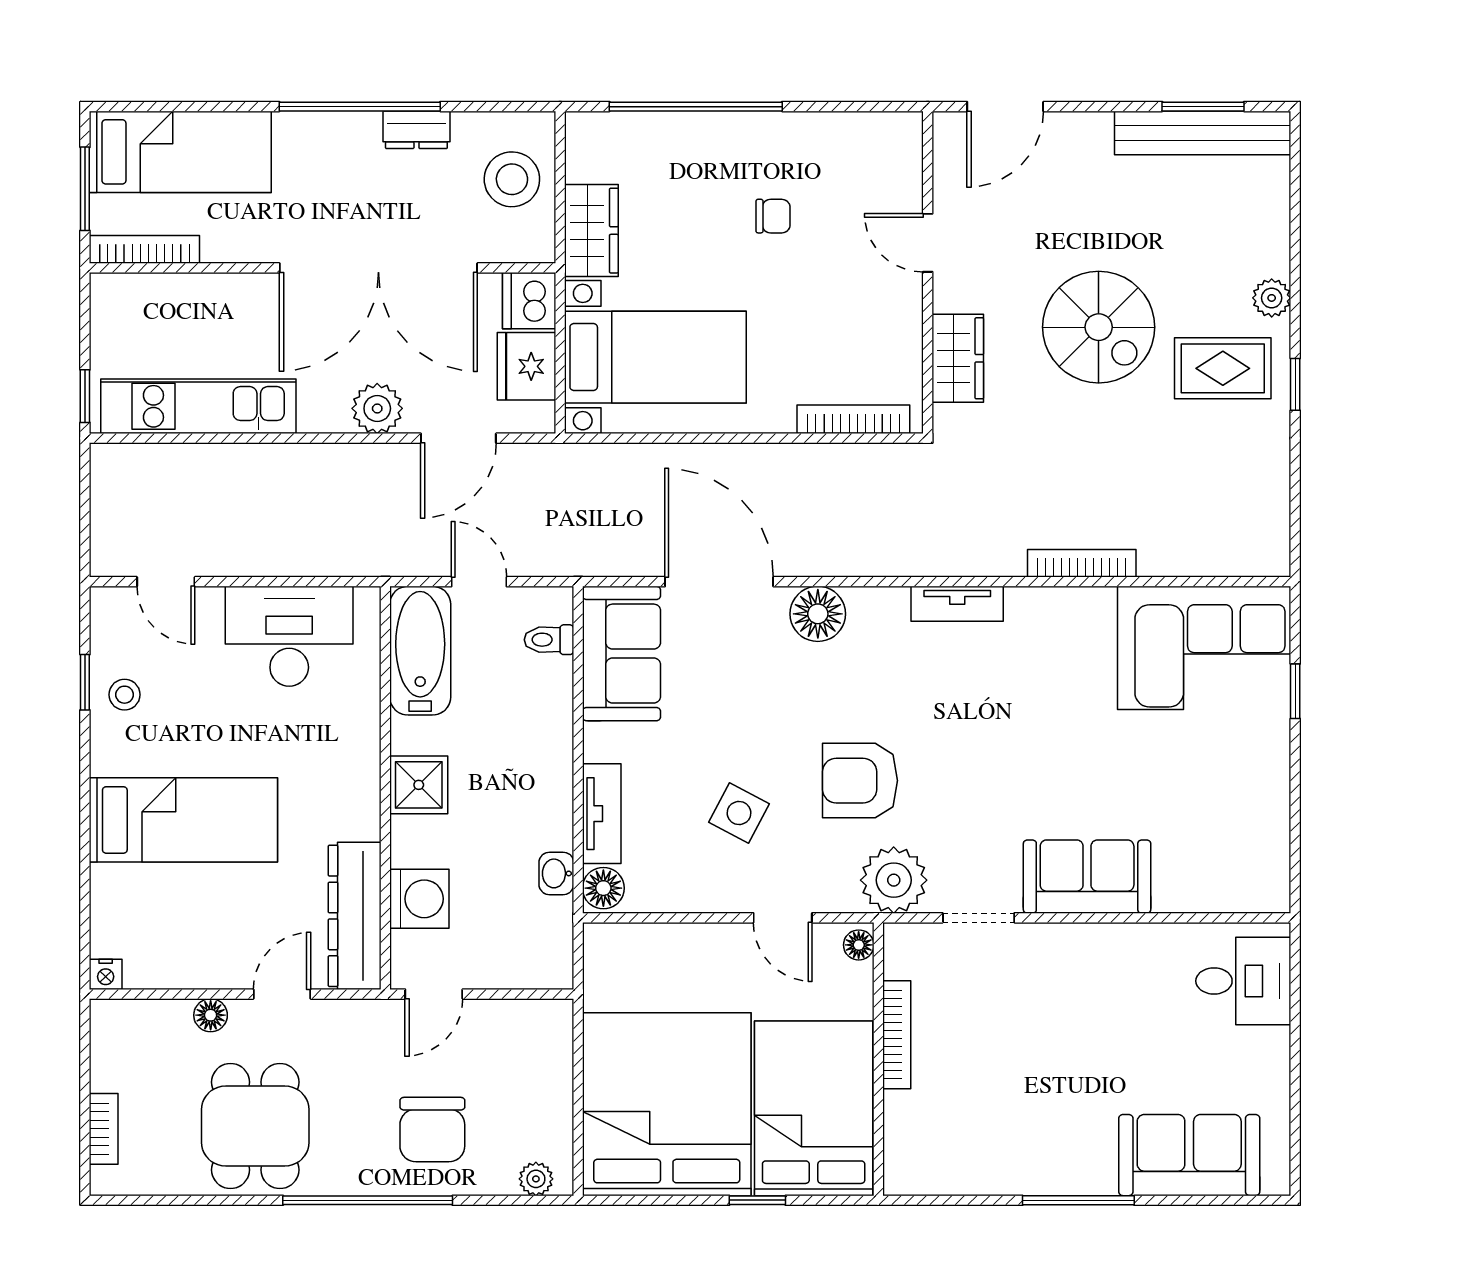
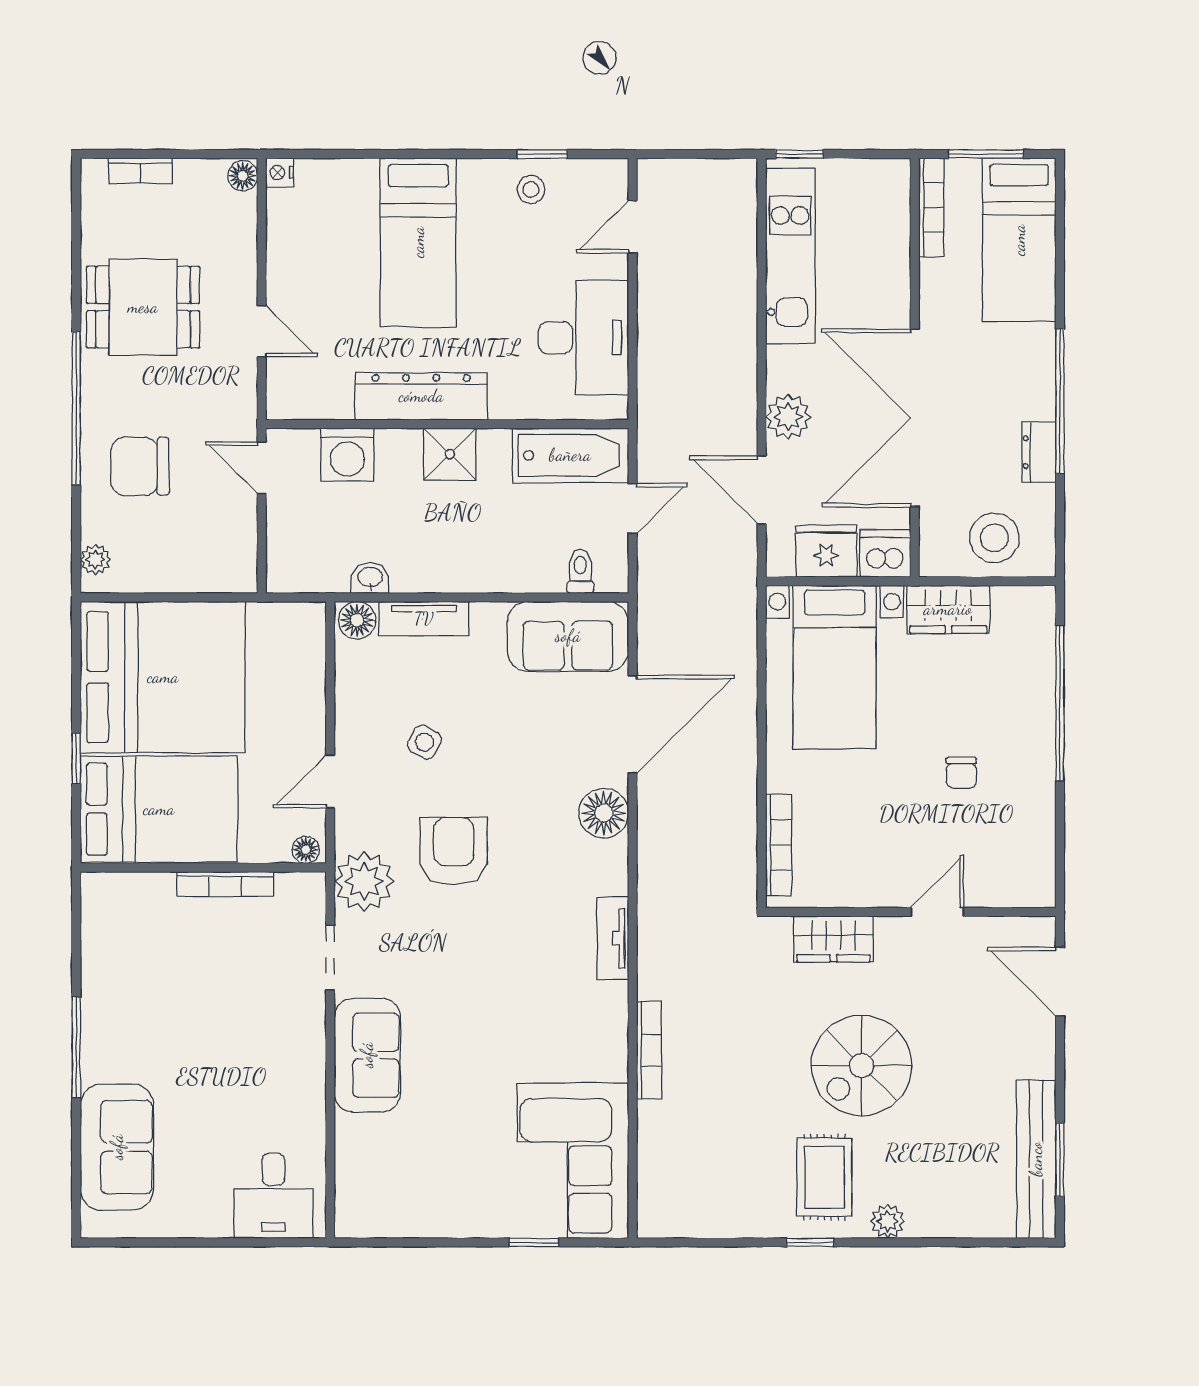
side table: (739, 813) -> (425, 742), width x0.73, depth x0.73
dresser: (355, 916) -> (421, 396), moved
floor lamp: (211, 1015) -> (243, 176), moved

